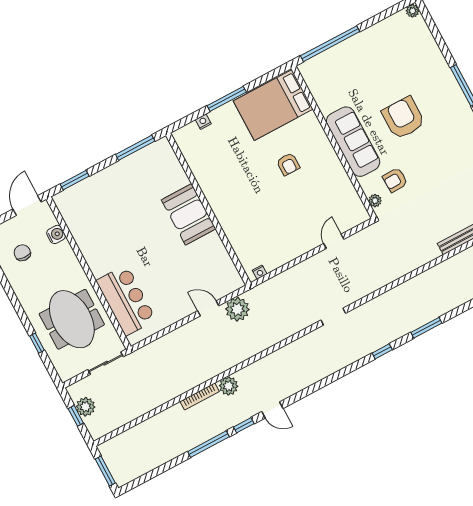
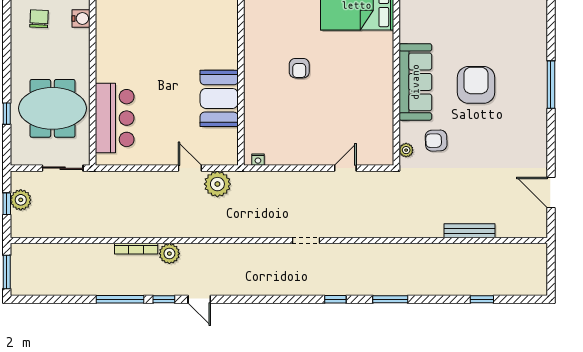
armchair: (288, 164) -> (299, 68), moved
booth: (189, 214) -> (219, 98), moved
meeting table: (72, 319) -> (53, 108), turned 90

